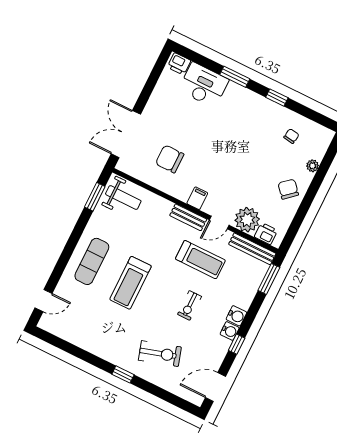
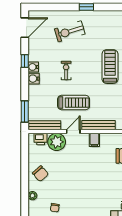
bench: (188, 217) -> (99, 125), width x1.36
treadmill: (200, 260) -> (74, 103), turned 180

